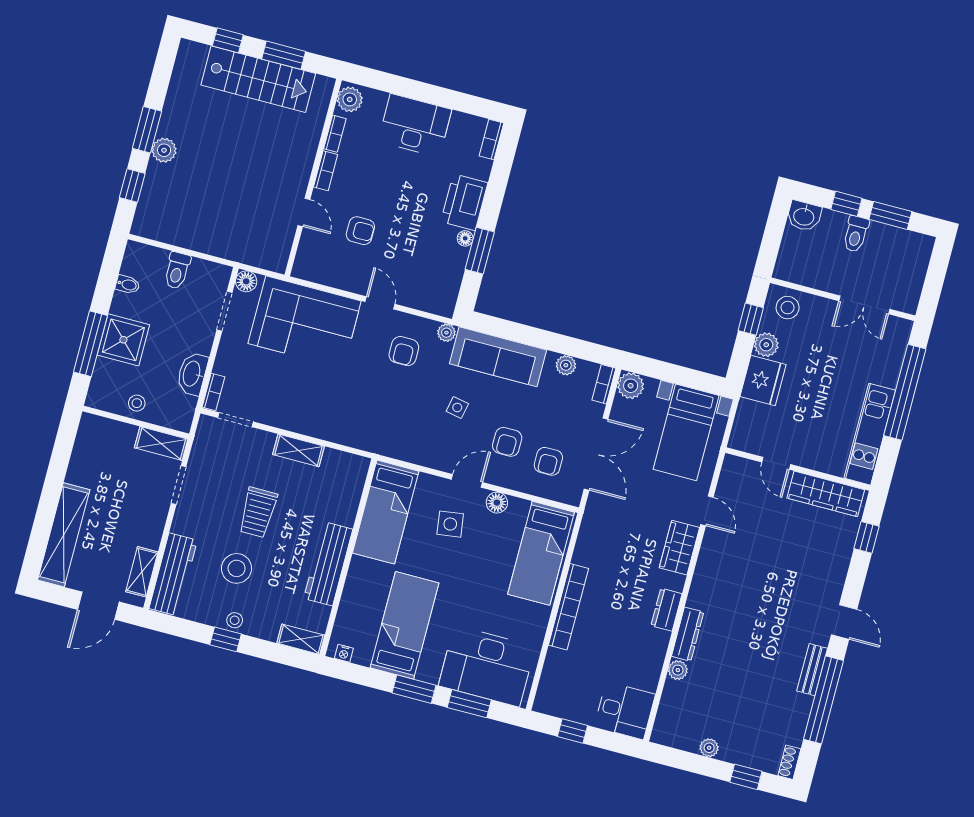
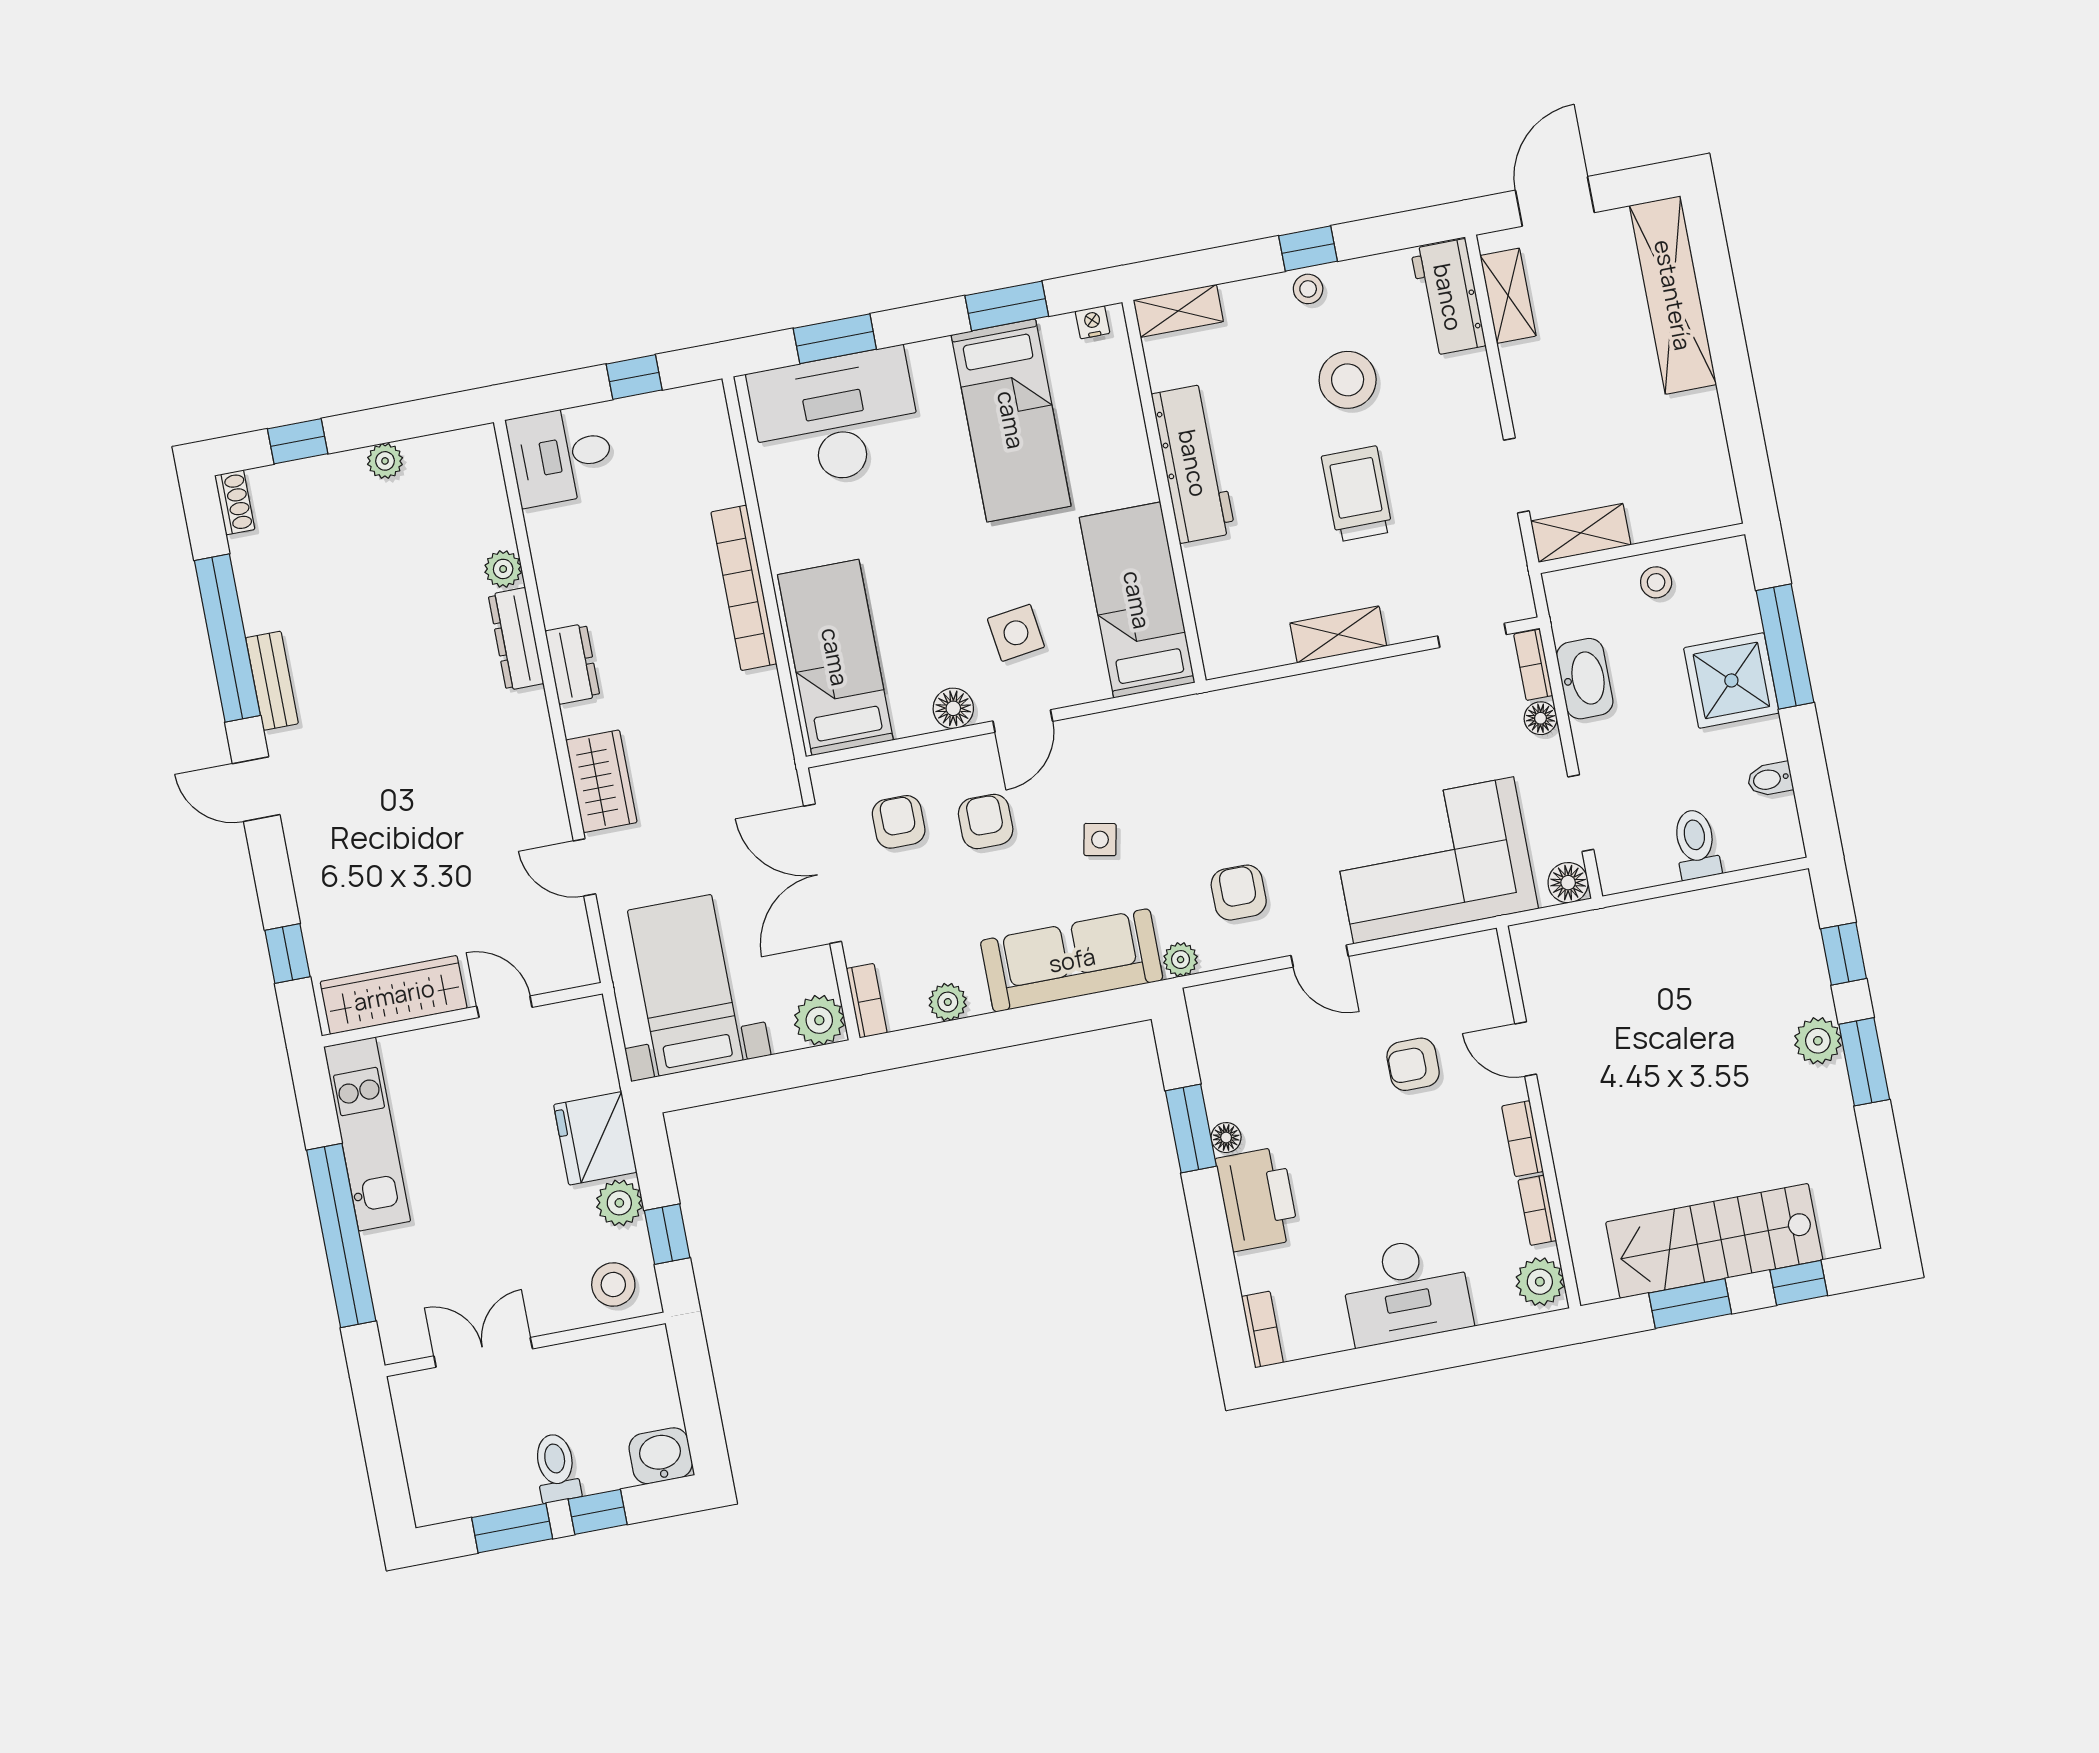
floor lamp: (222, 365) -> (1541, 718), added
workbench: (173, 574) -> (1448, 297), width x0.73
window: (414, 689) -> (1007, 306), moved

